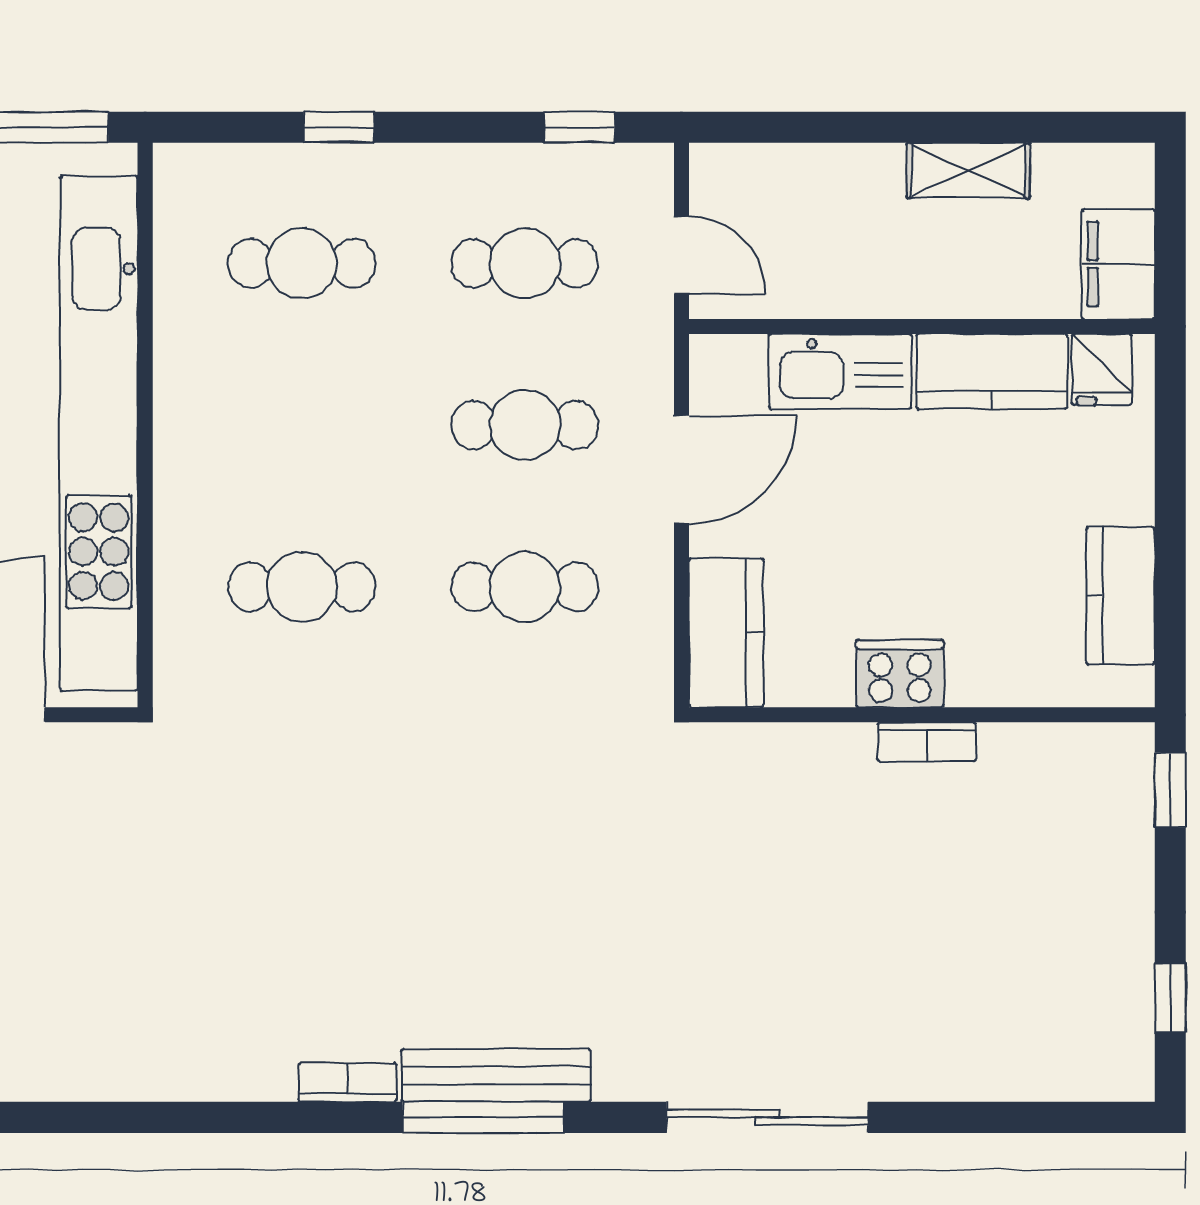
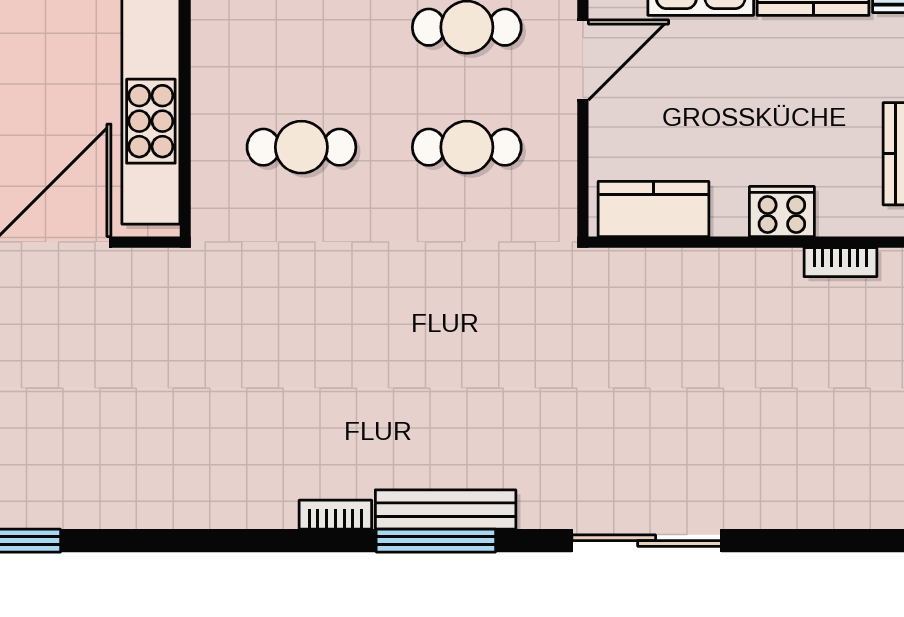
kitchen counter: (726, 633) -> (653, 209), moved, turned -90
cooker: (900, 674) -> (782, 212), moved
bookcase: (927, 742) -> (840, 262), moved

